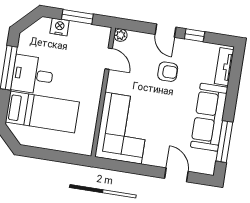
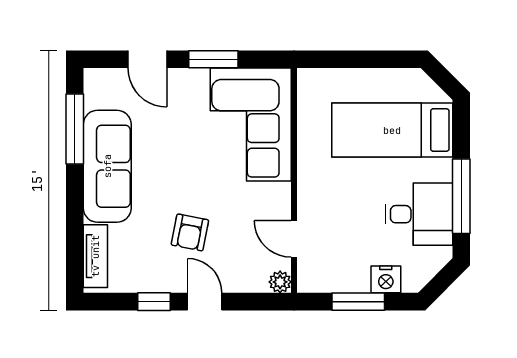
armchair: (168, 72) -> (190, 232), turned -79
desk: (33, 75) -> (419, 214), moved
window: (139, 169) -> (213, 59), added

